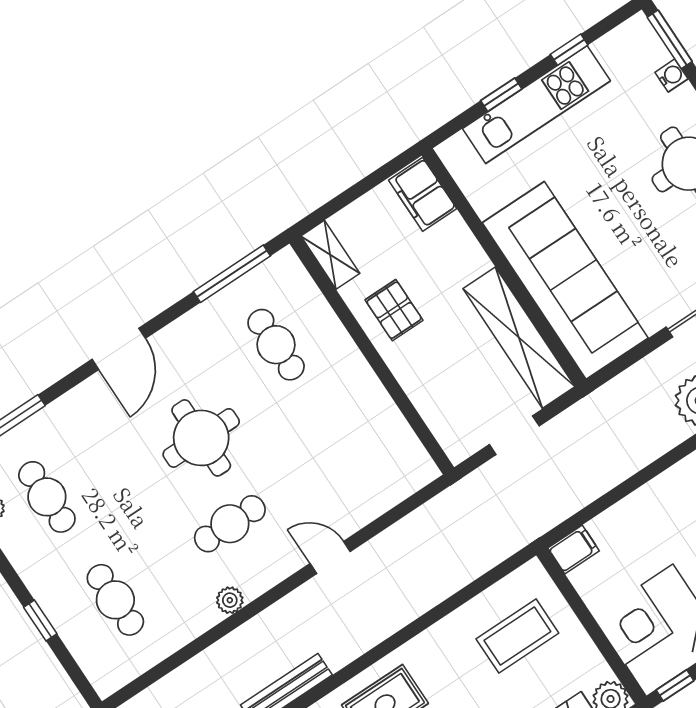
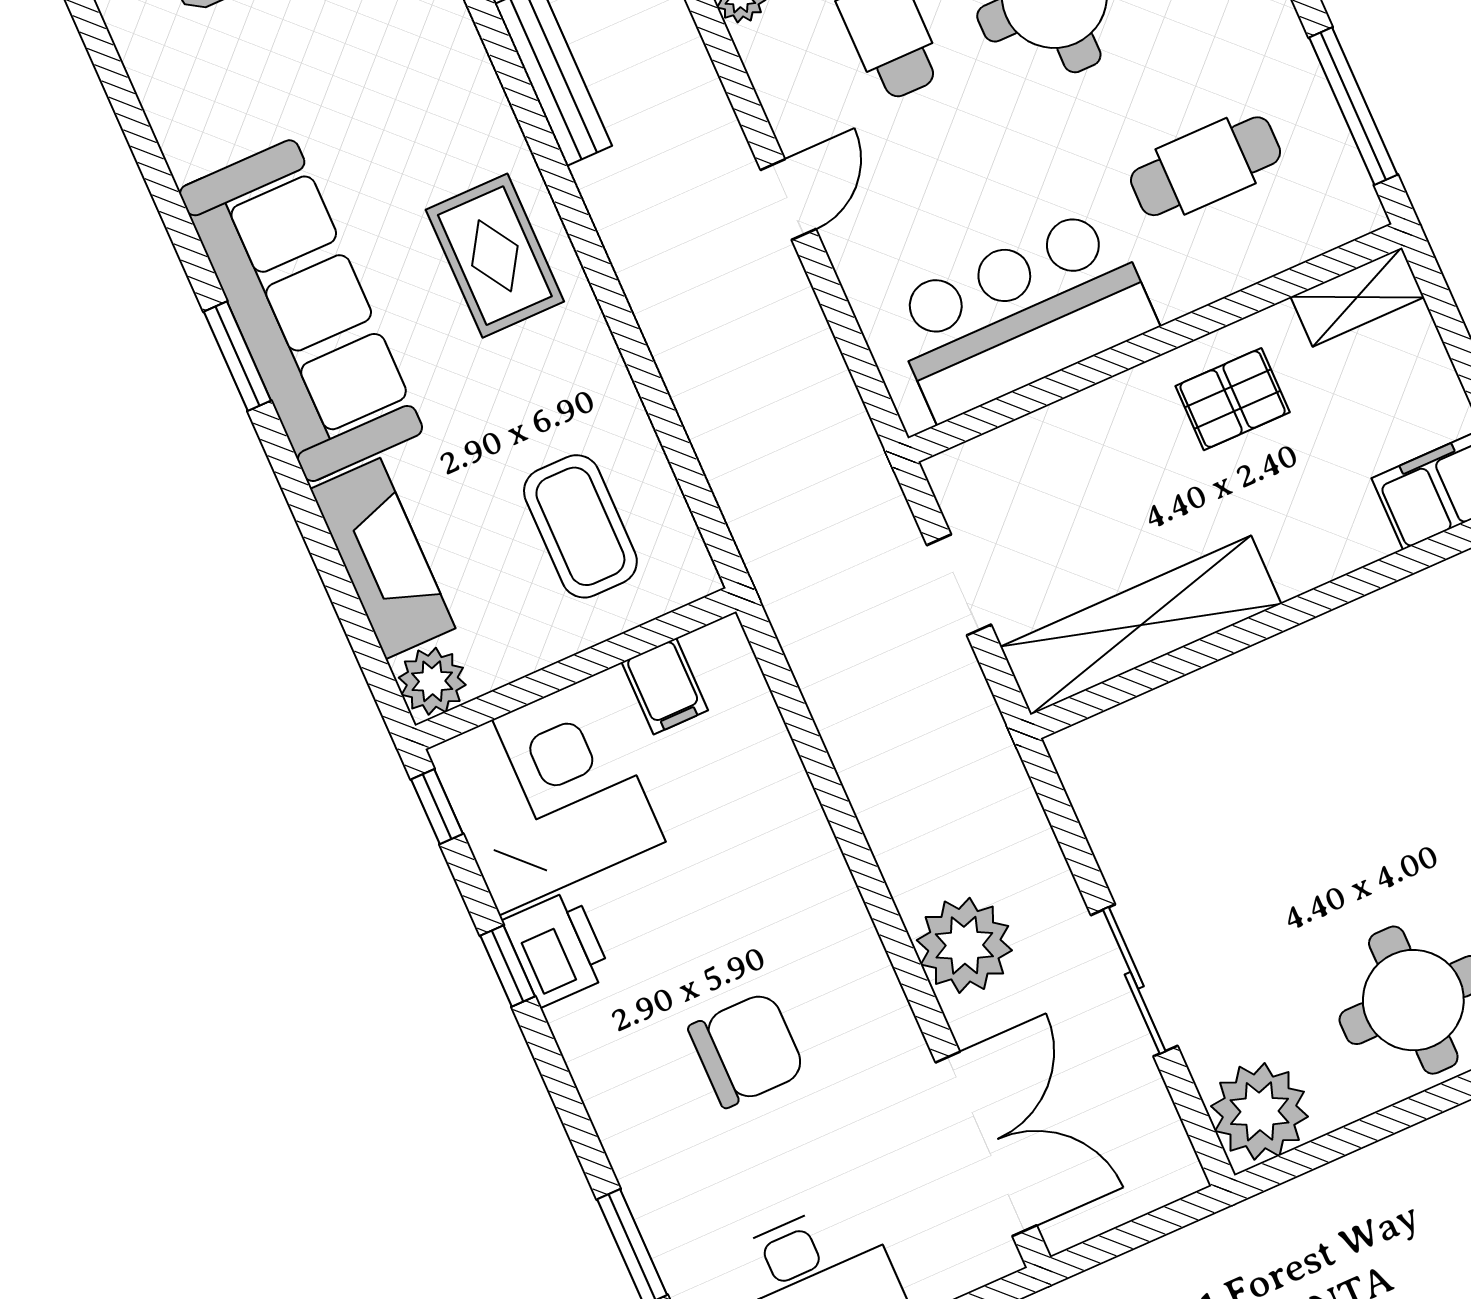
sofa: (565, 280) -> (1234, 731), removed
bar counter: (369, 427) -> (1021, 314), added
filing cabinet: (573, 549) -> (665, 686), moved

